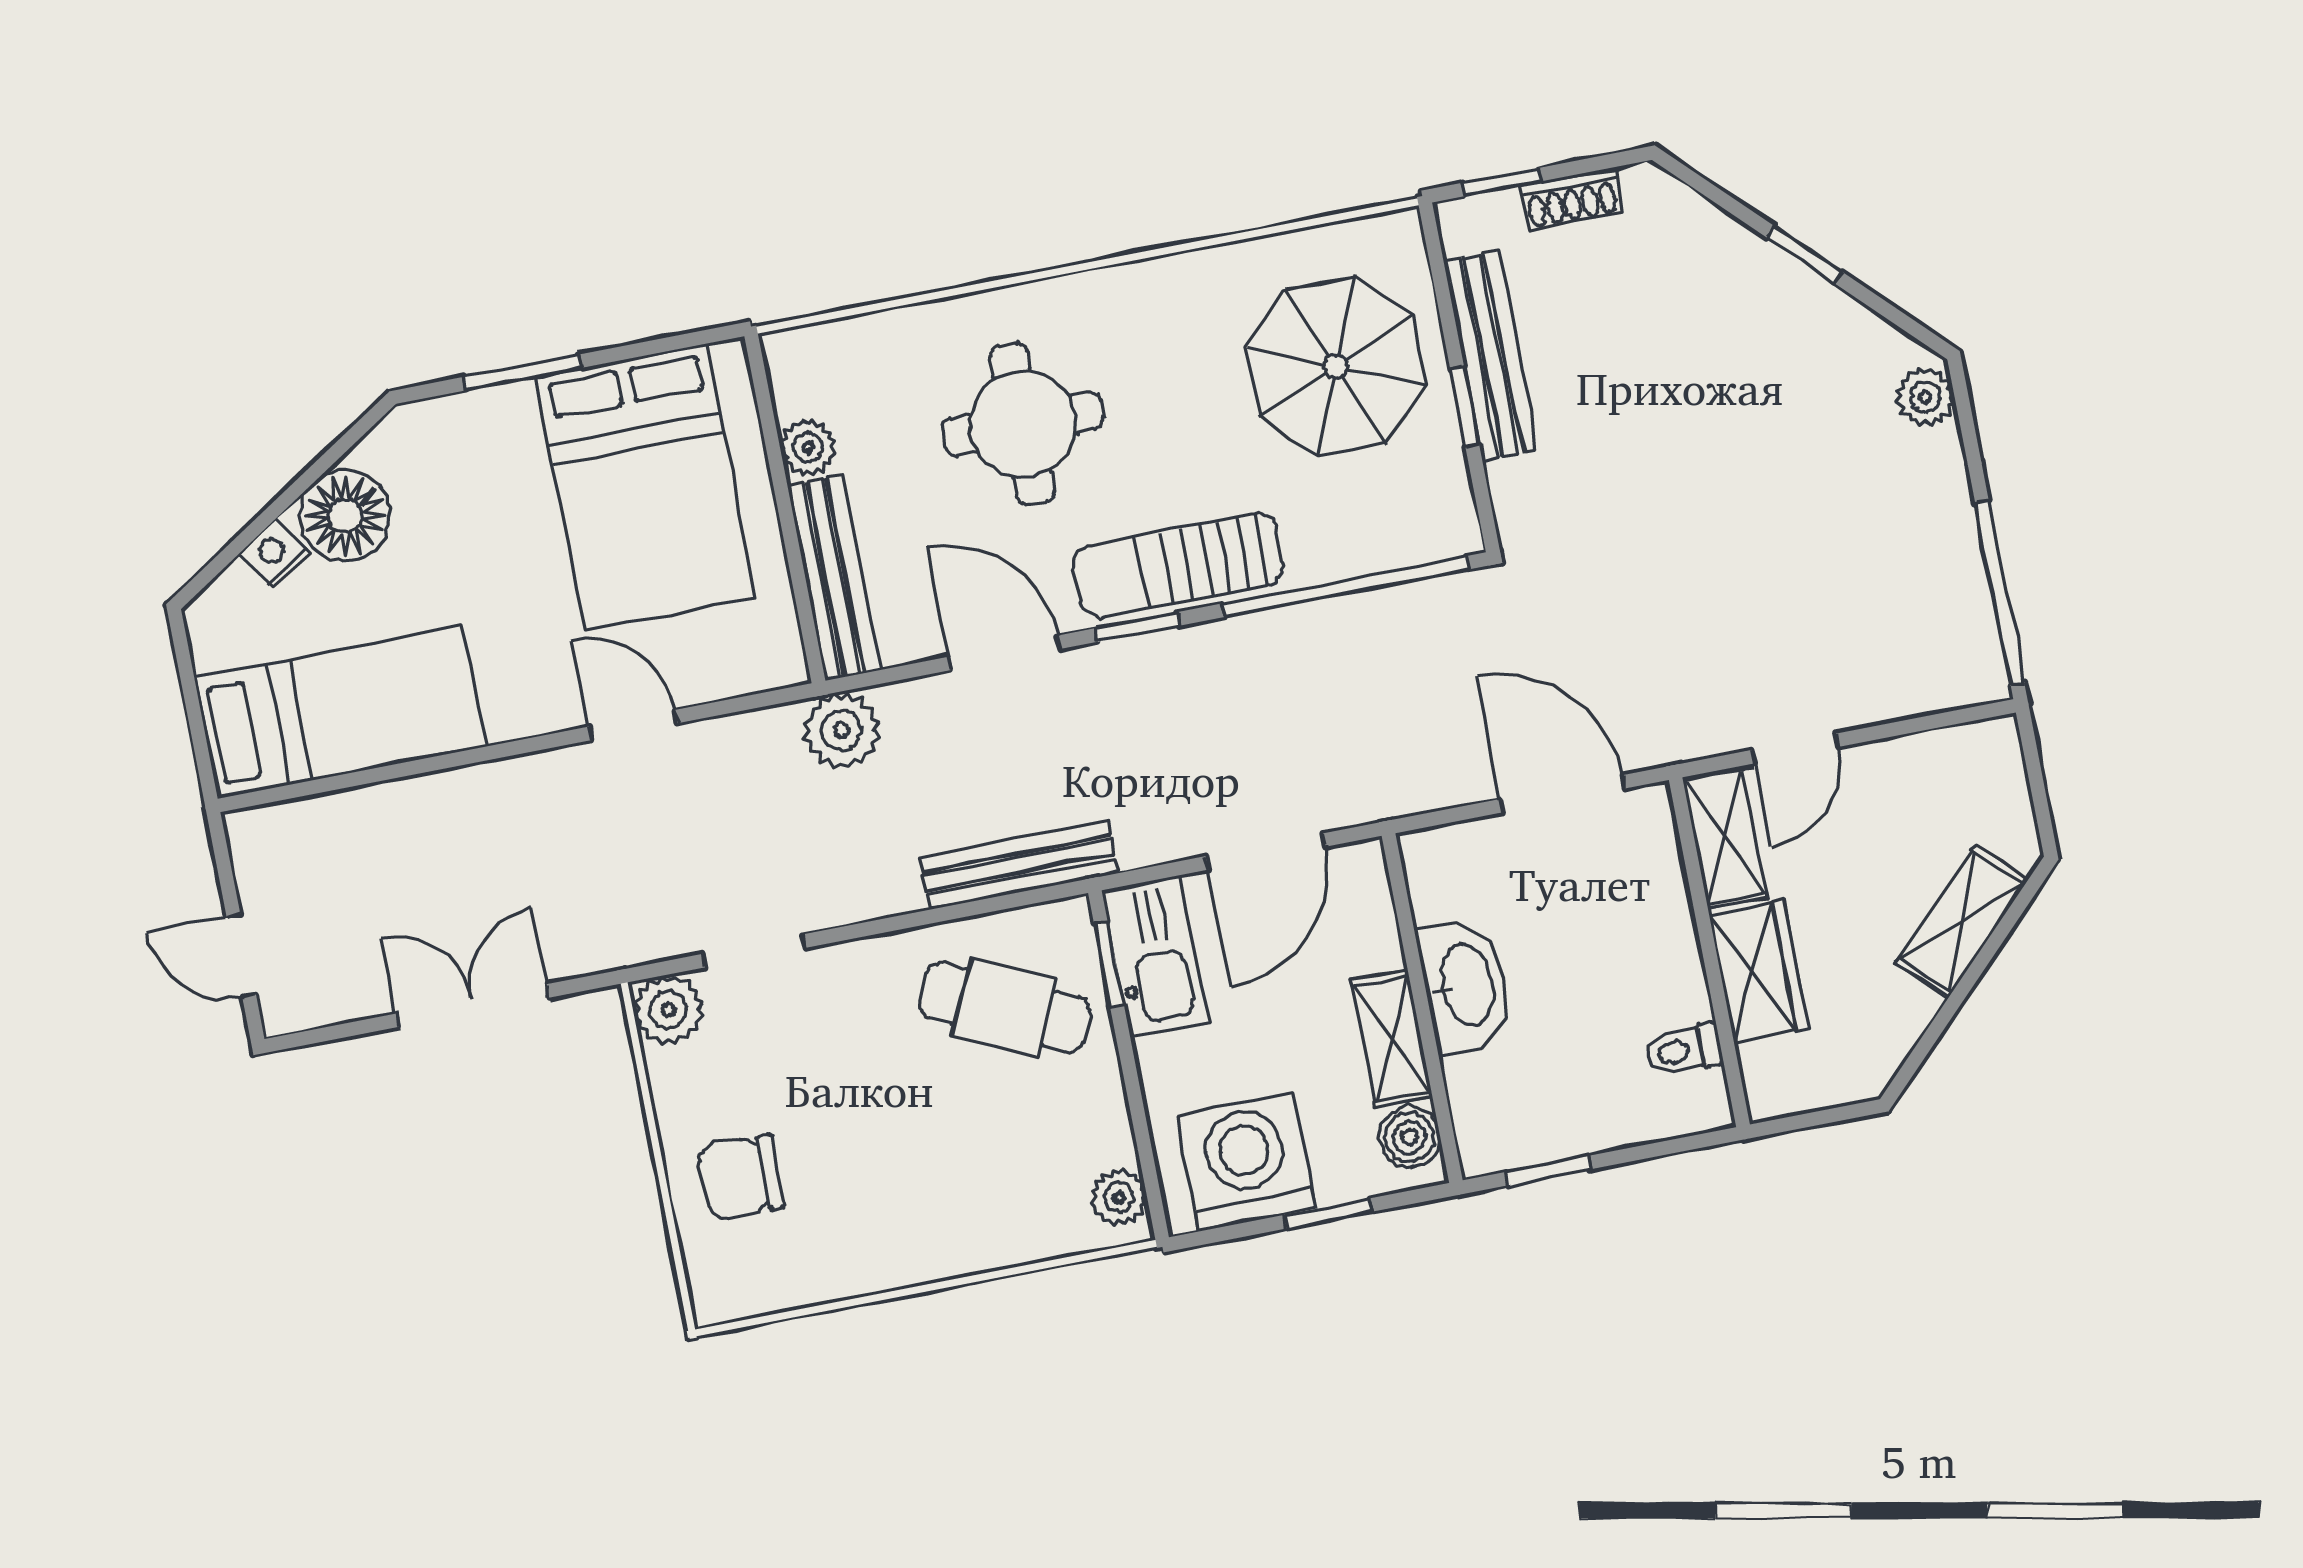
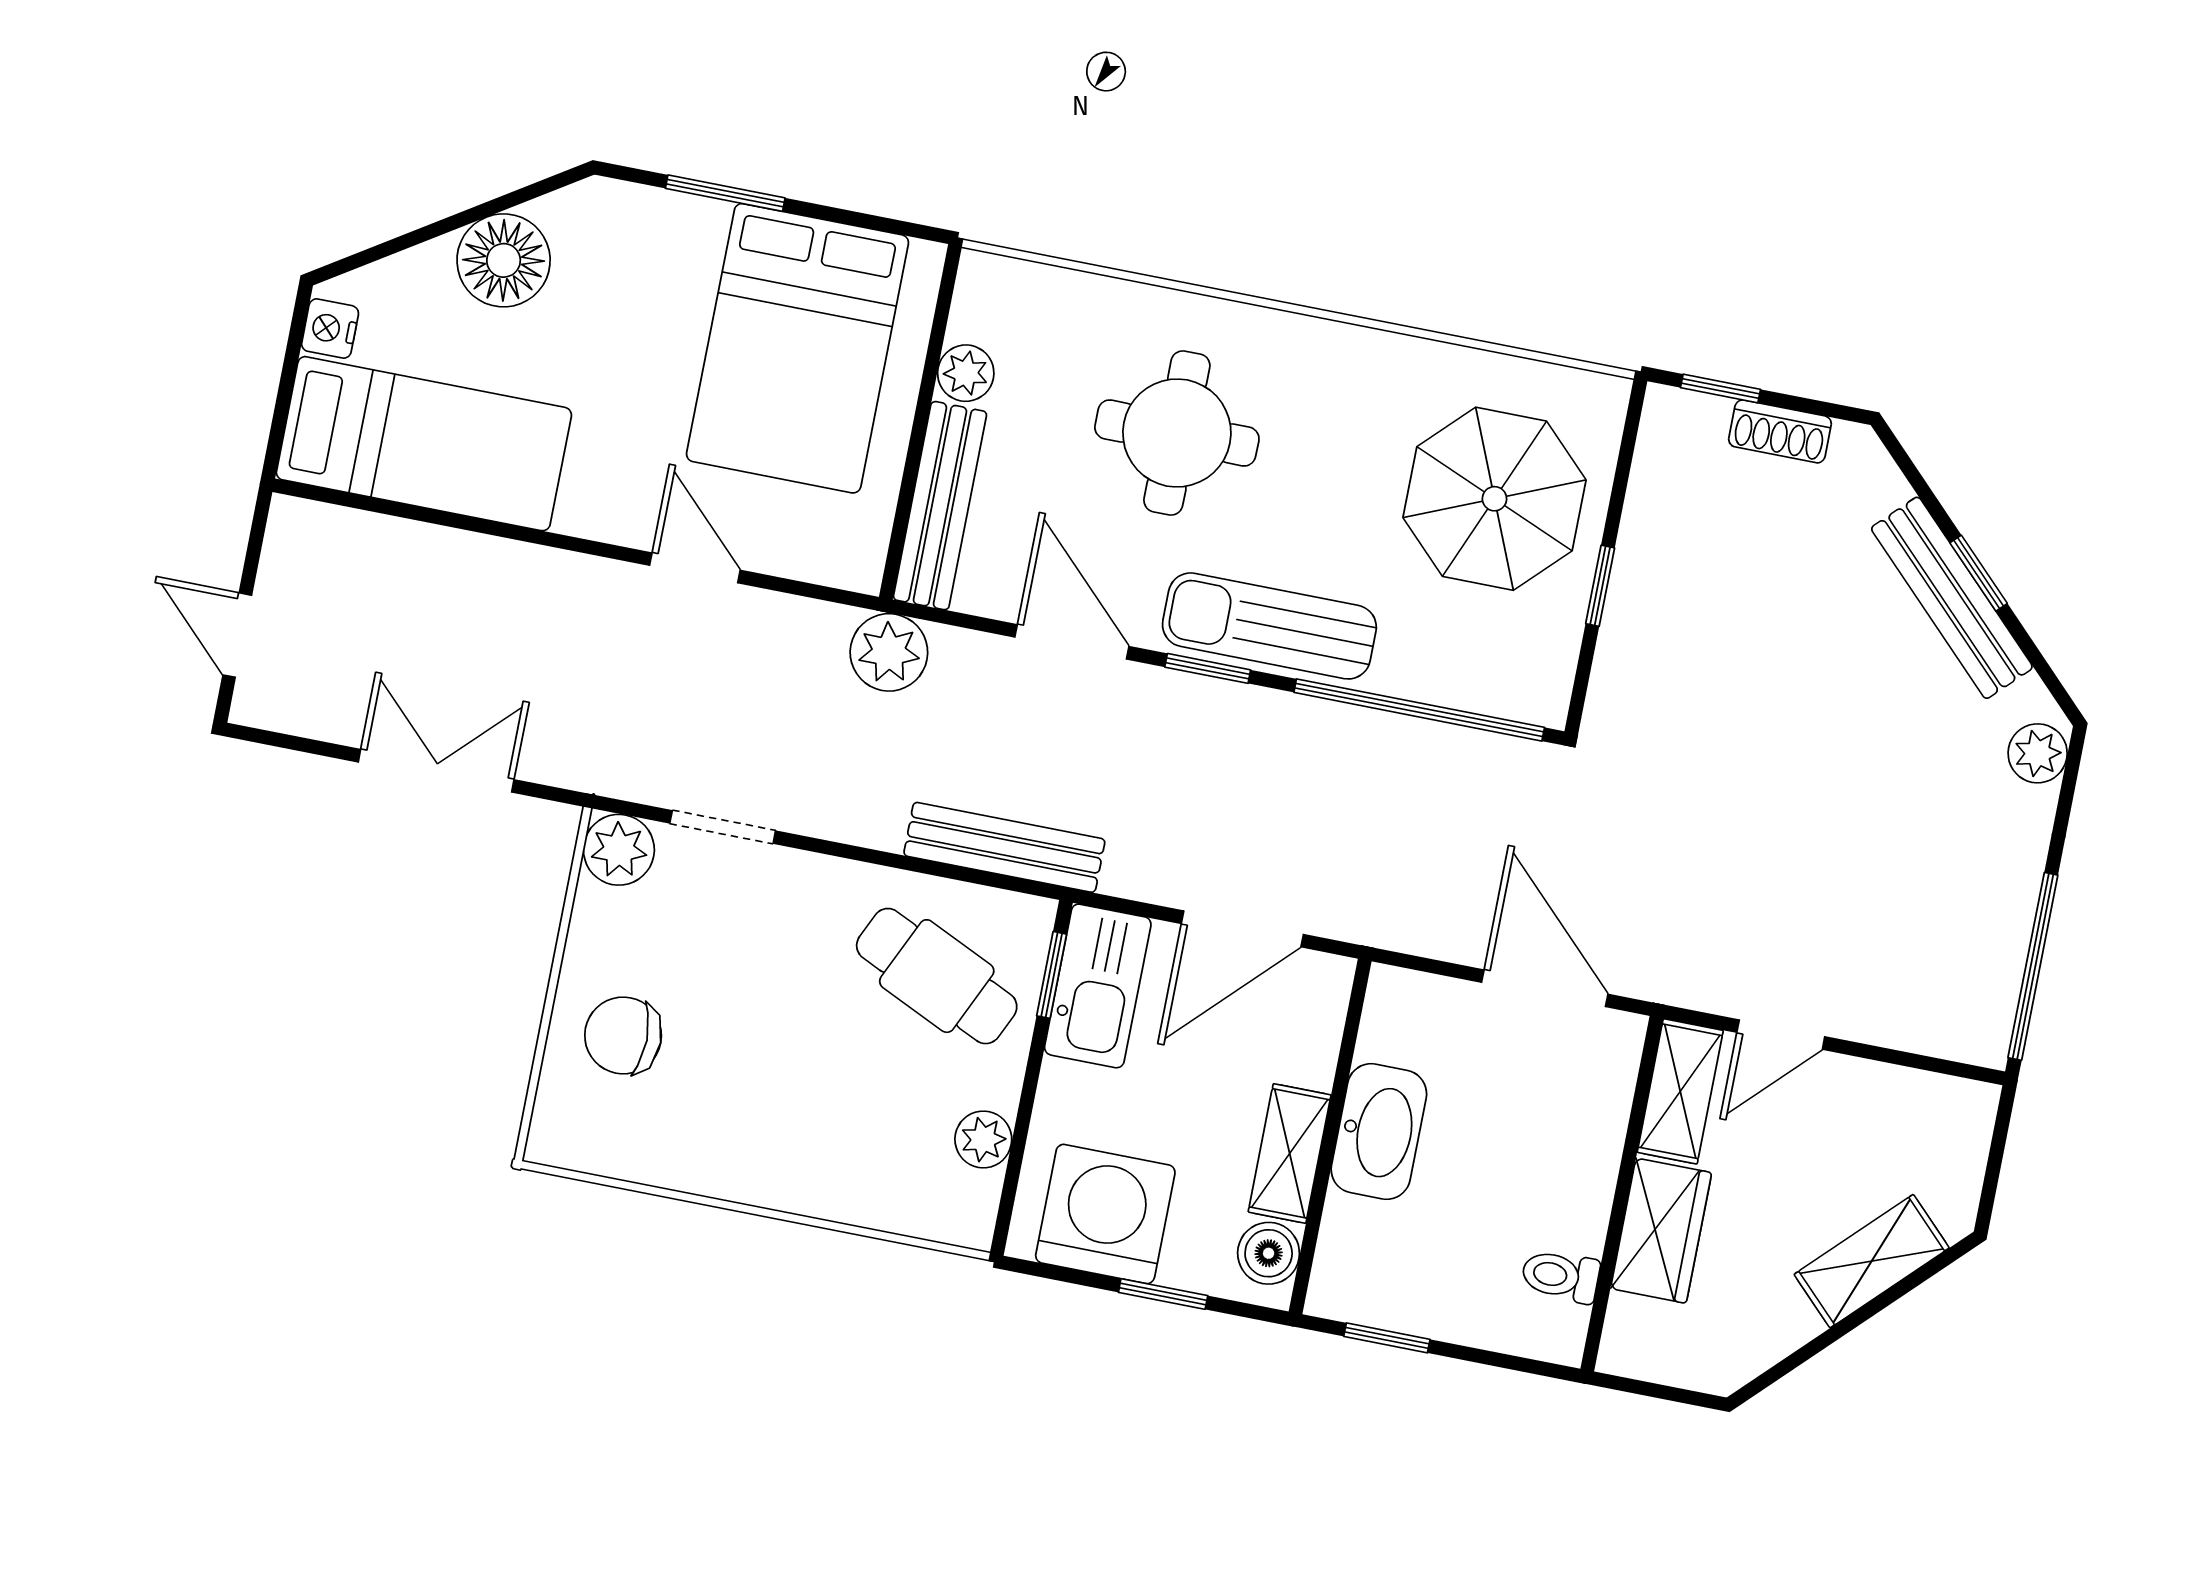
bench: (1491, 355) -> (1952, 598), moved, turned -45
nightstand: (275, 554) -> (330, 329), moved, turned -57
plant: (1119, 1197) -> (983, 1139), moved

